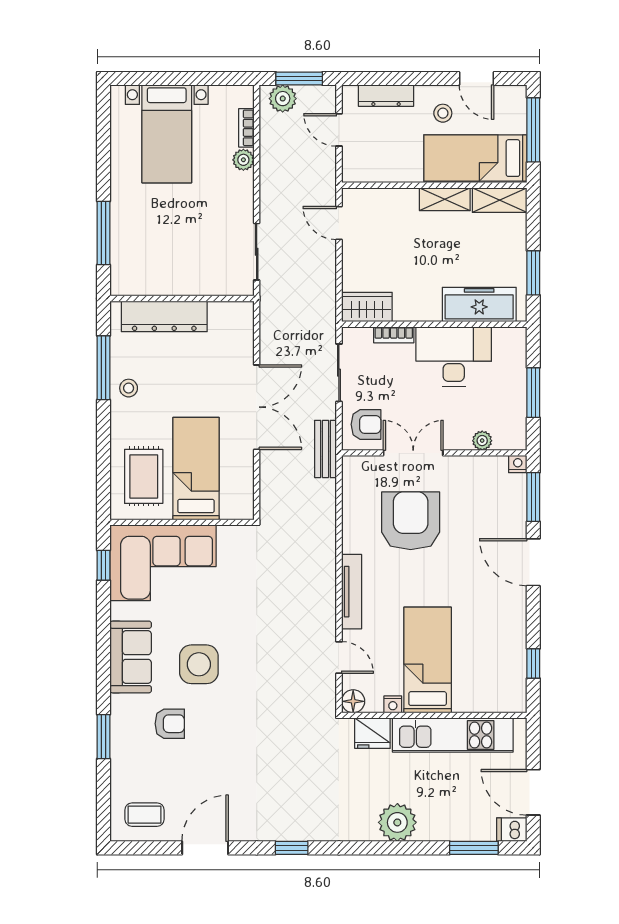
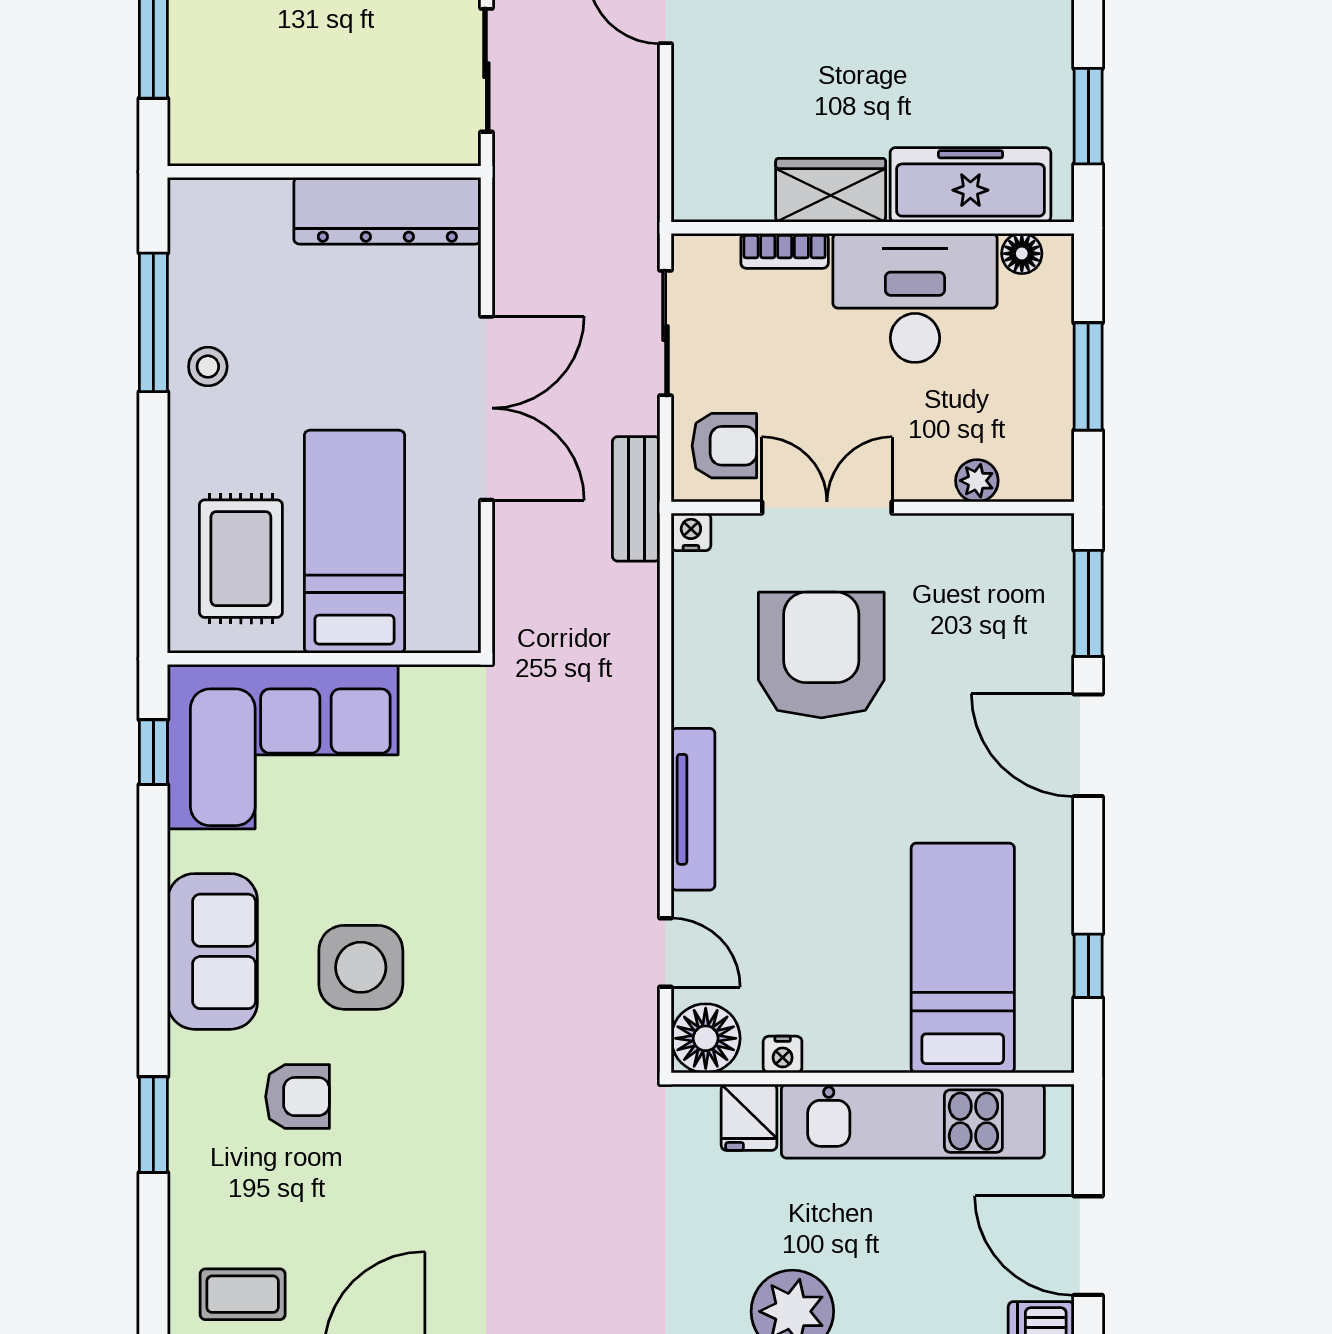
wardrobe: (367, 307) -> (831, 190), moved
dresser: (164, 316) -> (387, 211), moved
floor lamp: (503, 336) -> (1022, 254), added
nightstand: (518, 464) -> (691, 532), moved
bed: (428, 660) -> (963, 958), moved
floor lamp: (353, 701) -> (706, 1038), width x1.38, depth x1.38
fridge: (372, 733) -> (749, 1117), width x0.72

